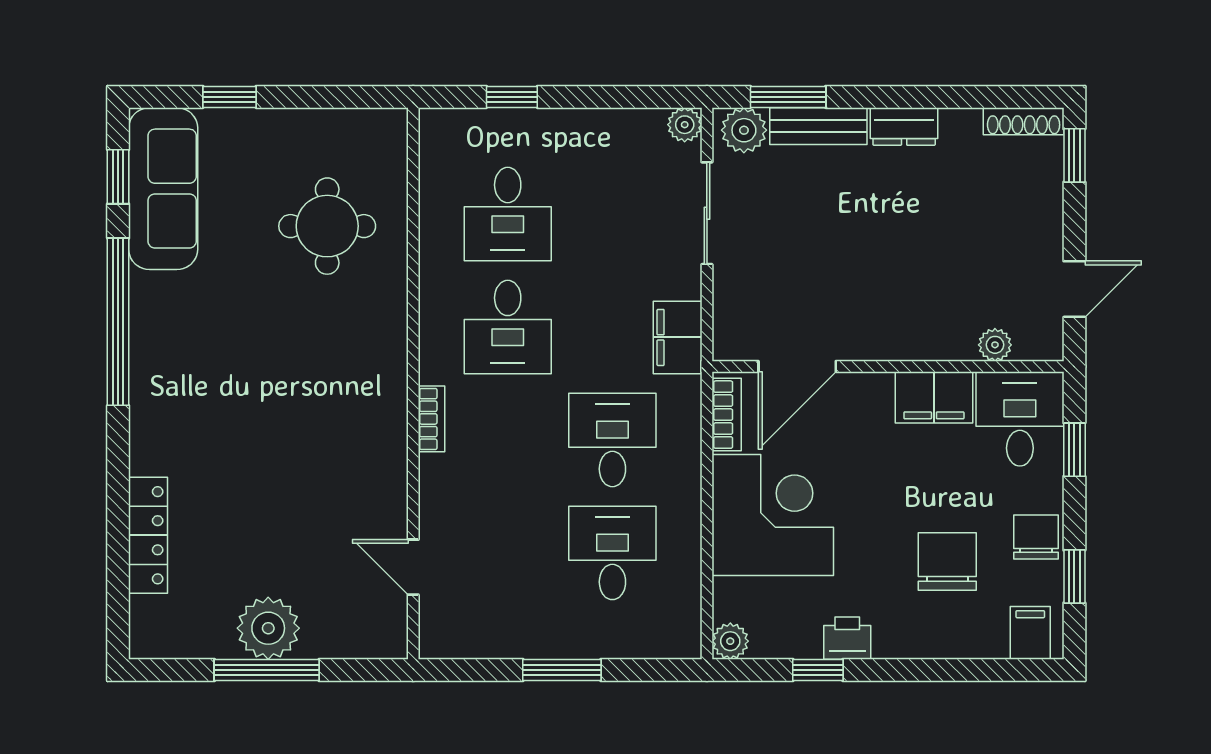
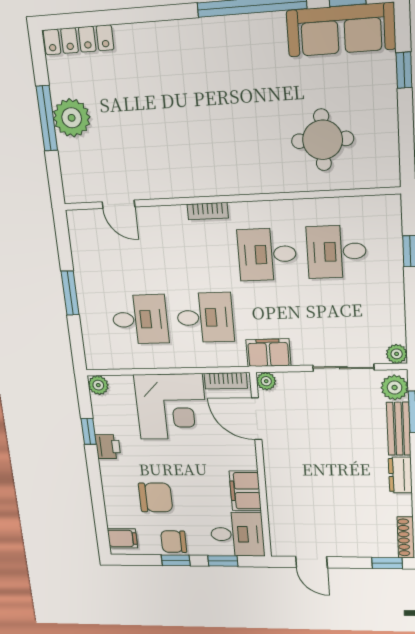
plant: (995, 345) -> (266, 381), moved
locker: (148, 535) -> (78, 40), moved
chair: (1036, 537) -> (174, 542), turned 180
door: (413, 567) -> (118, 204), swing flipped
window: (1074, 576) -> (176, 560), moved

